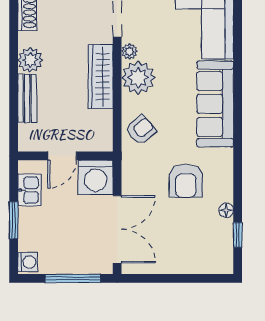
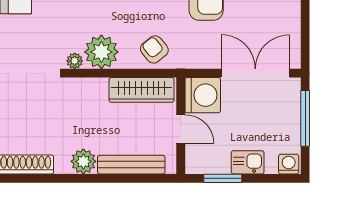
wardrobe: (101, 77) -> (142, 90), moved
bench: (27, 98) -> (131, 165), width x1.36
kitchen sink: (29, 190) -> (248, 162), moved
window: (14, 220) -> (223, 178), moved

